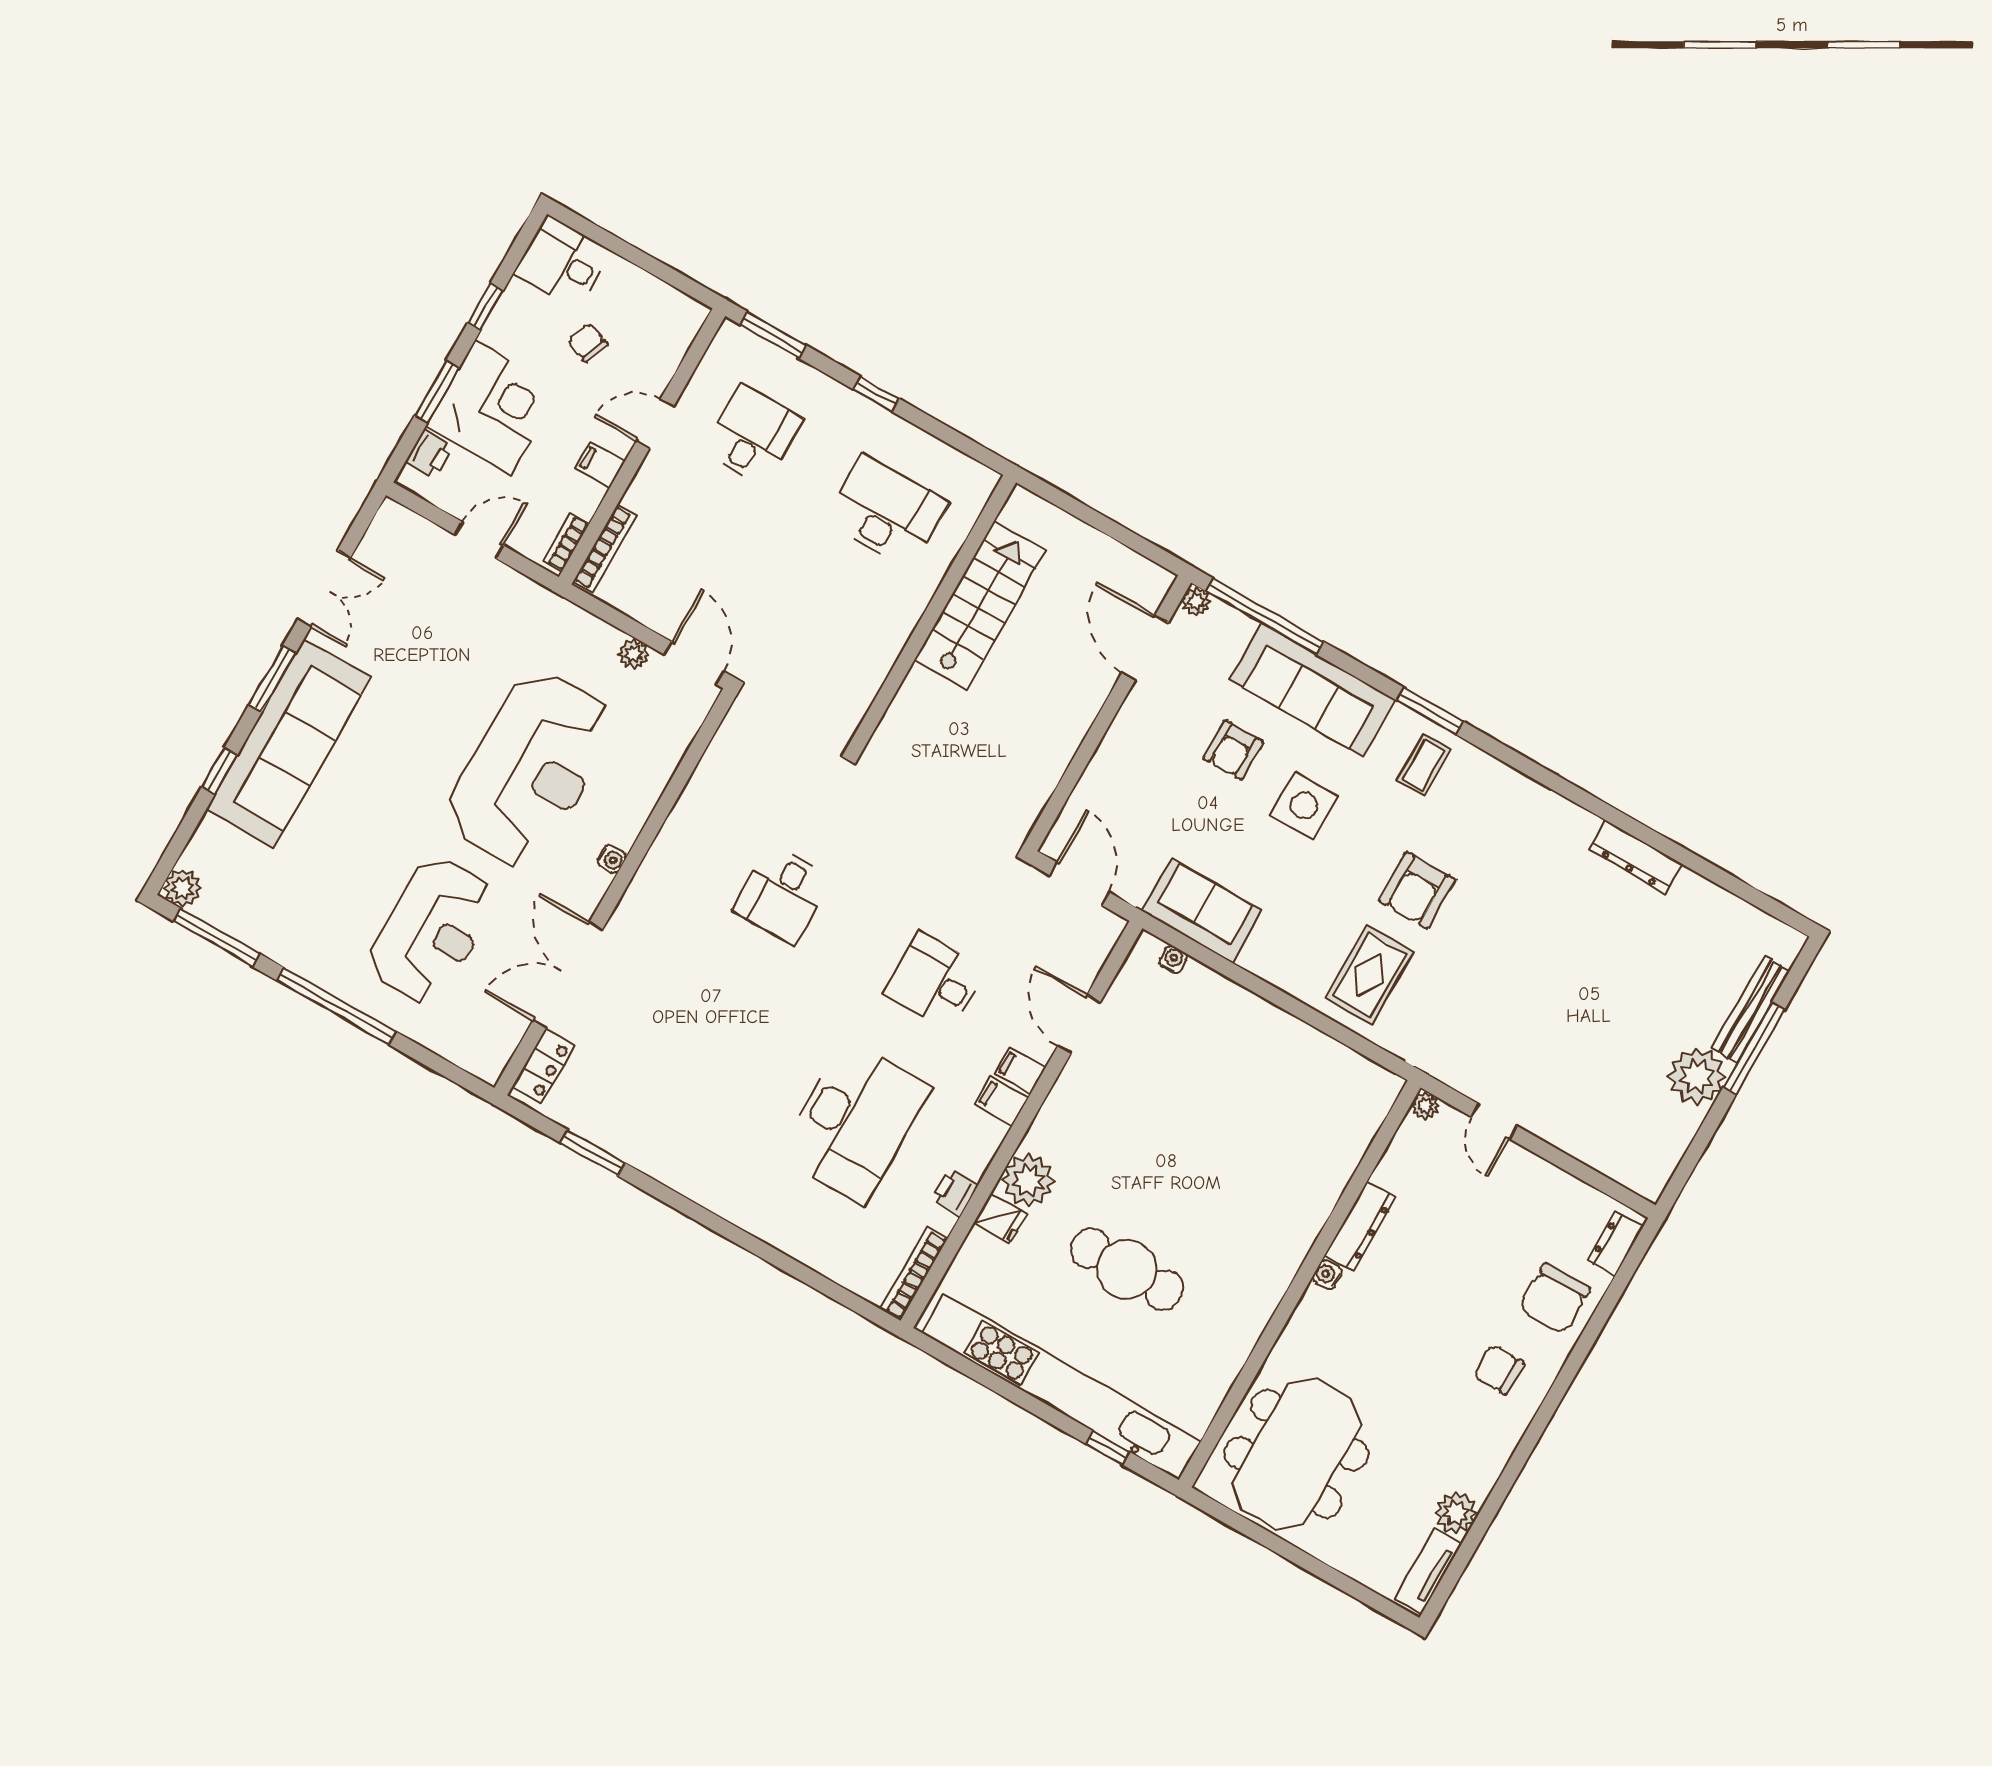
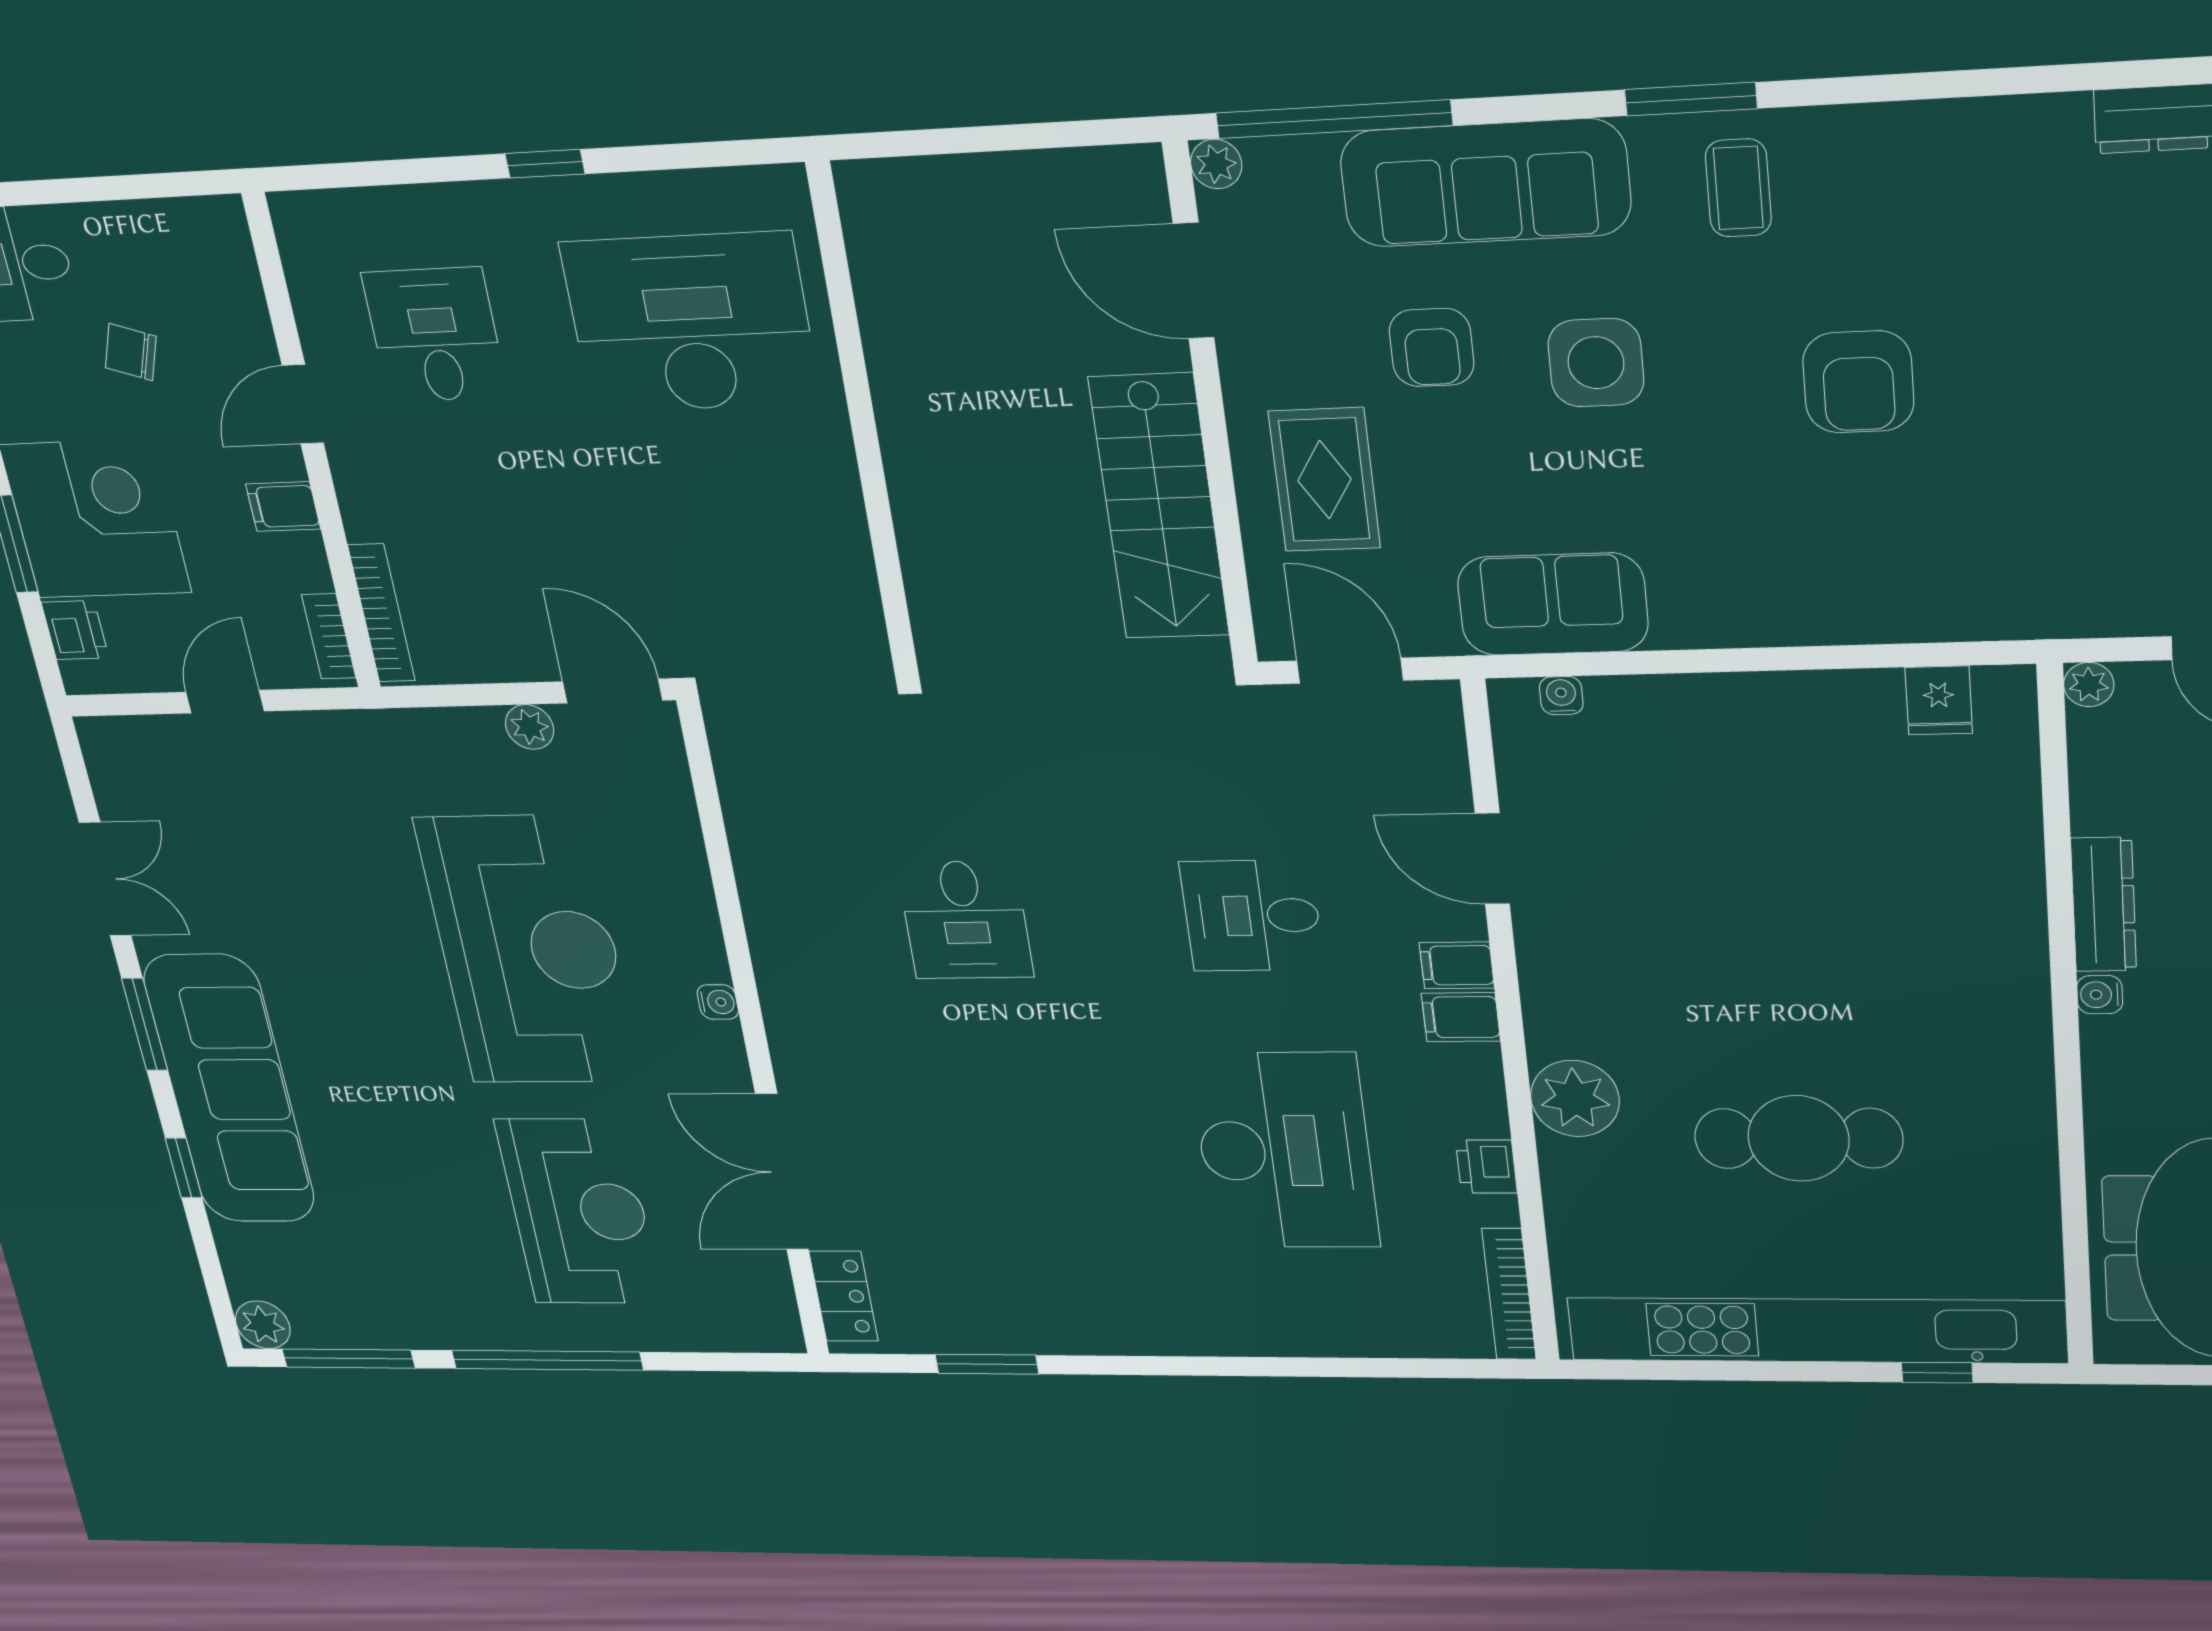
window: (773, 335) -> (345, 175), removed
desk: (886, 512) -> (691, 323), width x1.36, depth x1.30
stairs: (980, 605) -> (1159, 507), moved, turned 180
rug: (1369, 975) -> (1324, 480), moved
fridge: (1000, 1218) -> (1939, 700), moved, turned 90

